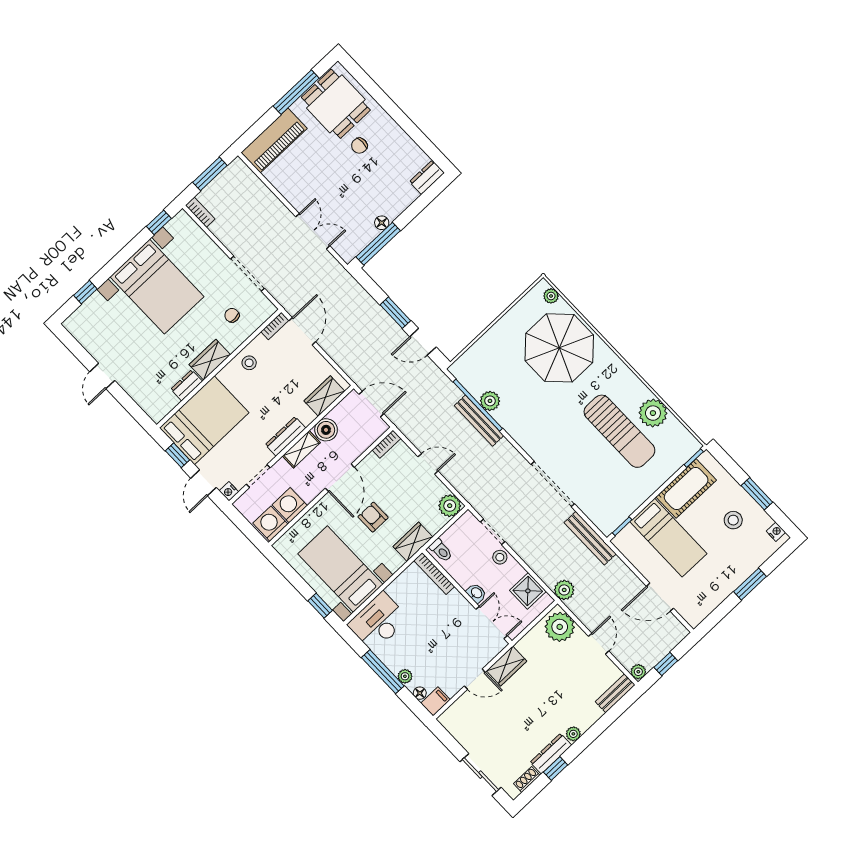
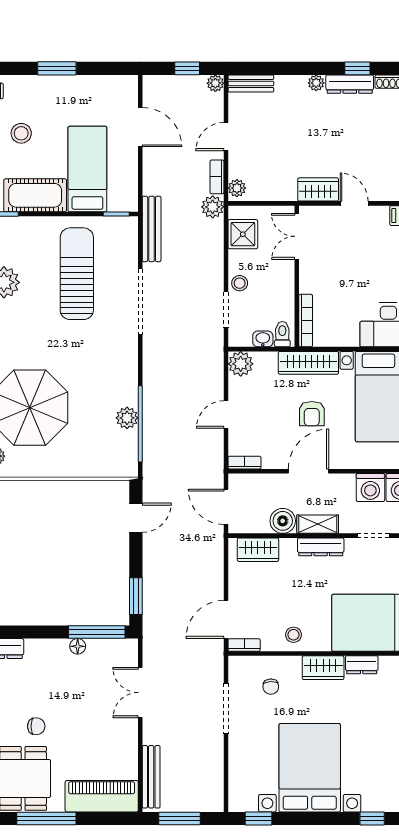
bookcase: (200, 212) -> (217, 177), moved
window: (395, 313) -> (136, 596), moved
door: (423, 342) -> (136, 518), hinge flipped
bench: (479, 421) -> (151, 777), moved
sun lounger: (619, 431) -> (77, 274), moved
door: (428, 464) -> (226, 414), hinge flipped
wardrobe: (413, 542) -> (308, 363), width x1.50
washbasin: (476, 593) -> (263, 339), moved, turned 90
plant: (560, 627) -> (237, 188), width x0.53, depth x0.53

